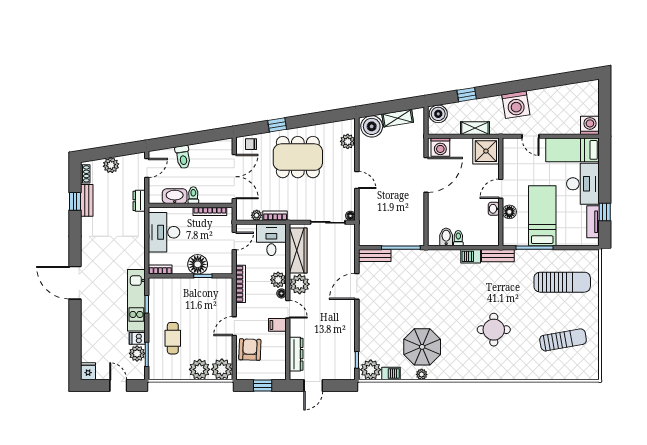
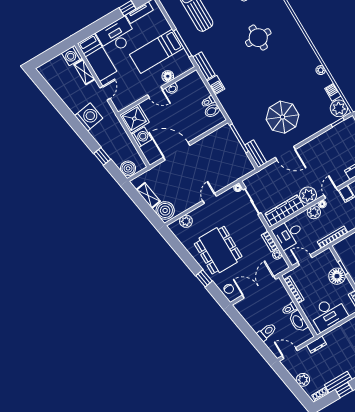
shelving: (475, 128) -> (84, 72), moved
washing machine: (440, 147) -> (141, 137), moved
parasol: (422, 347) -> (282, 117), moved

